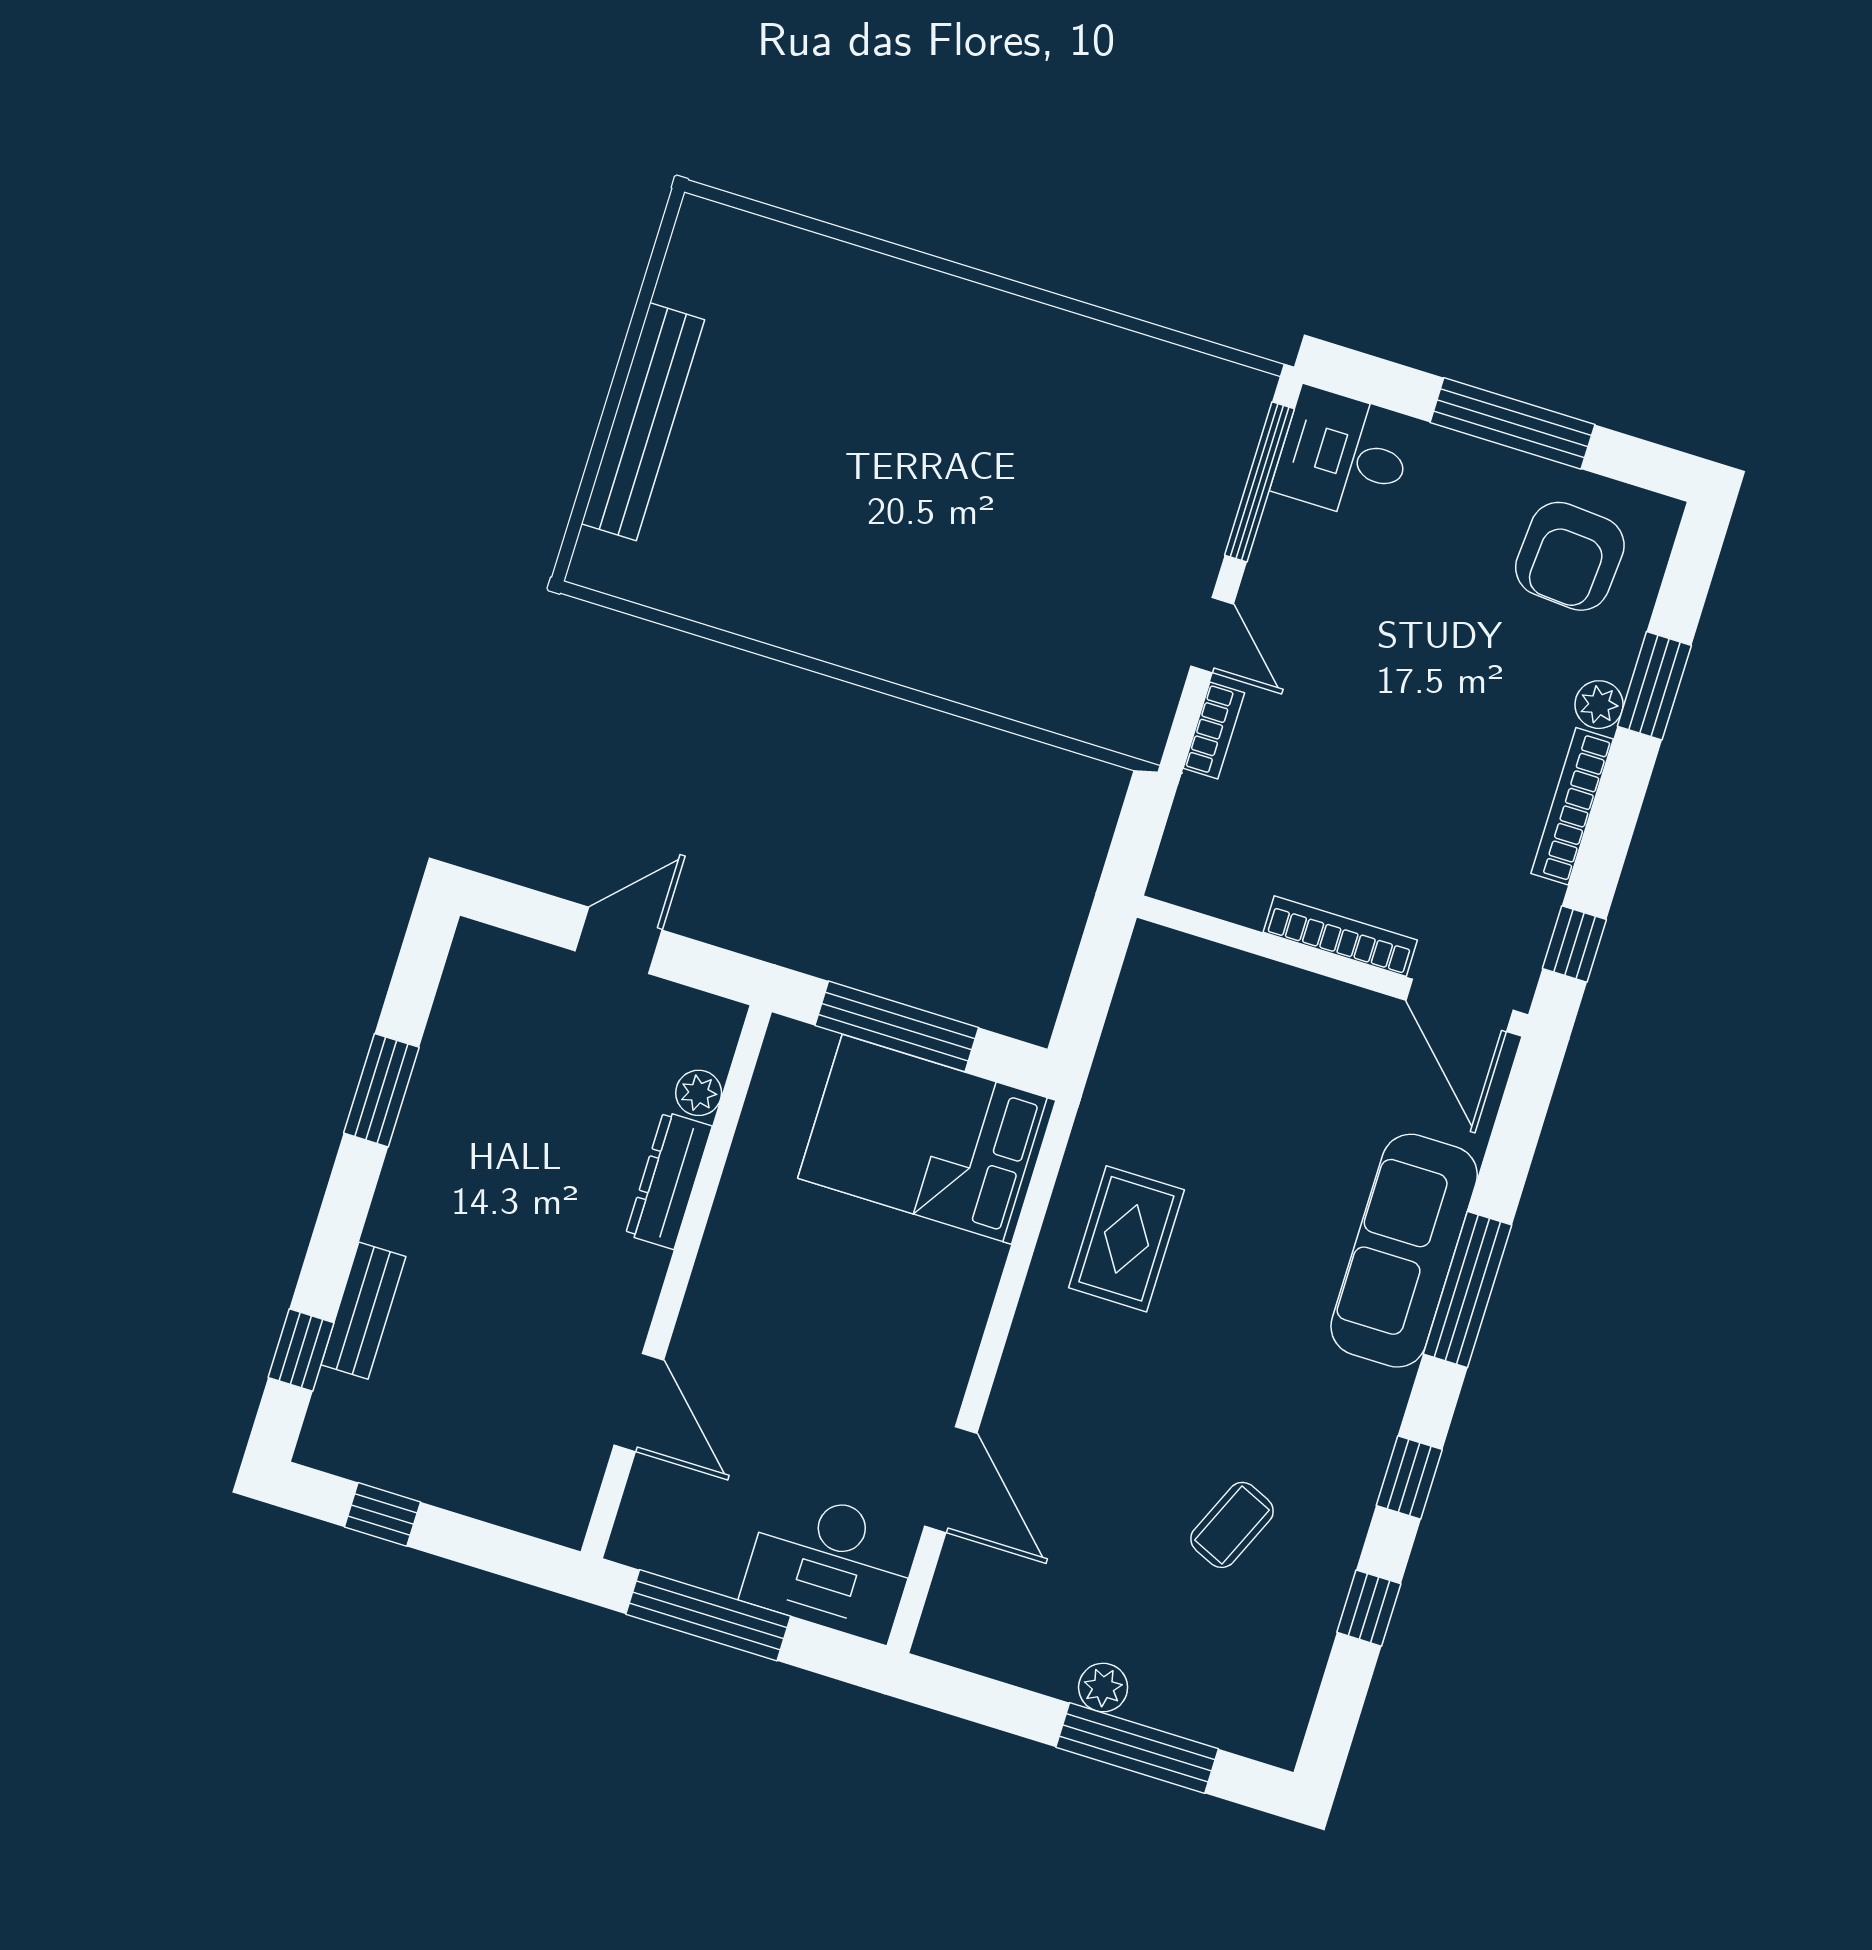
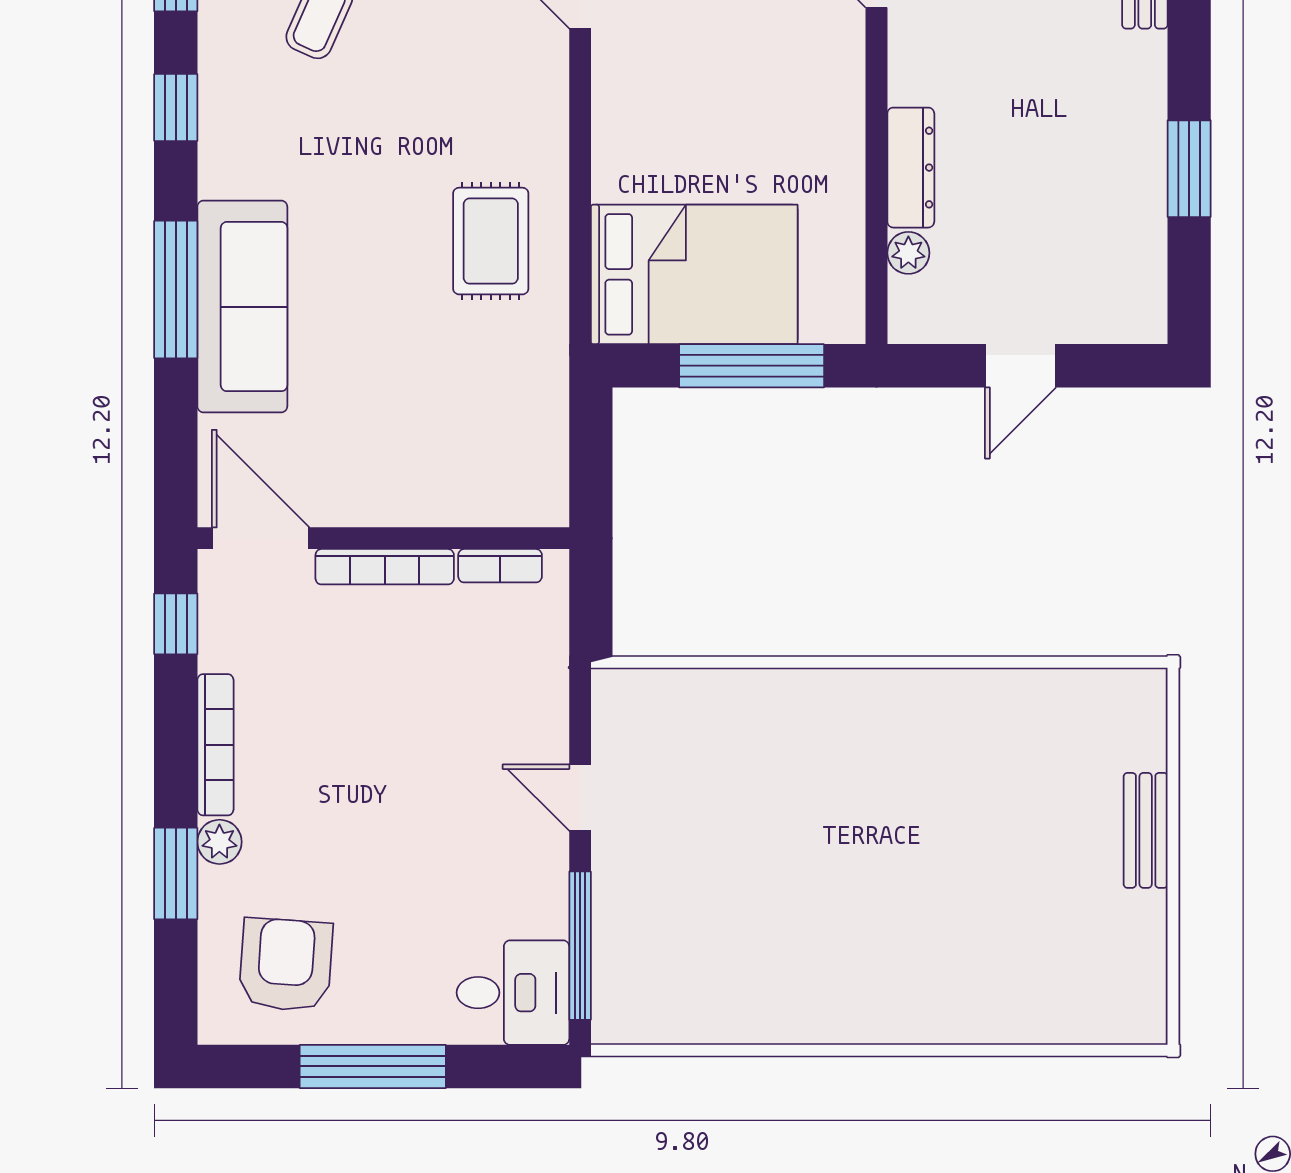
bench: (643, 422) -> (1146, 830), width x0.54, depth x0.82
bookcase: (1214, 730) -> (500, 566), moved, turned -90

